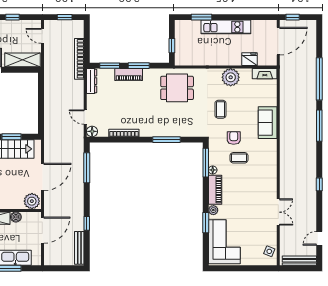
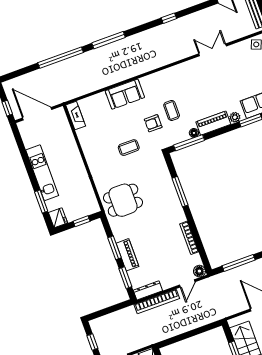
bookcase: (79, 59) -> (157, 301), moved
fridge: (249, 59) -> (58, 218), moved, turned 180
plant: (231, 77) -> (92, 149), removed
dining table: (177, 88) -> (123, 200), turned 90

